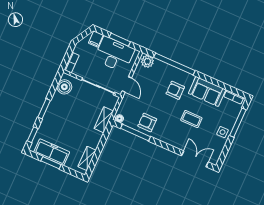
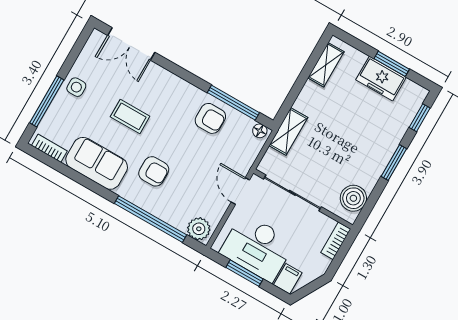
freezer: (52, 152) -> (381, 79), width x0.71

